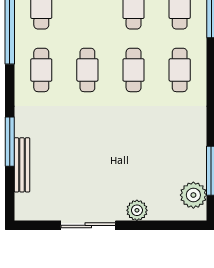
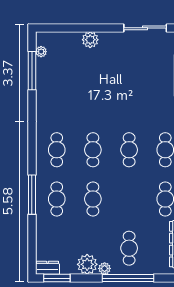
plant: (193, 195) -> (41, 52), width x0.53, depth x0.53
sliding door: (88, 225) -> (145, 28), moved

